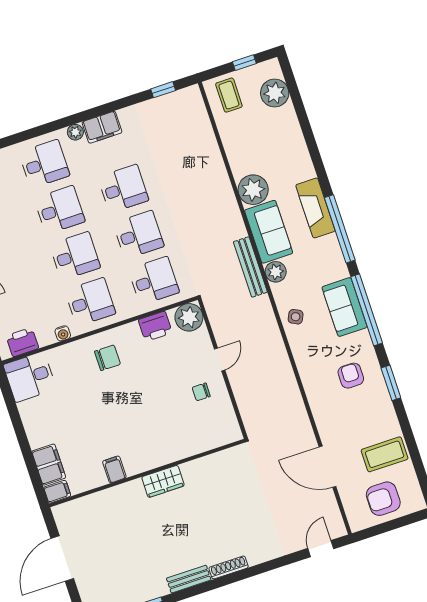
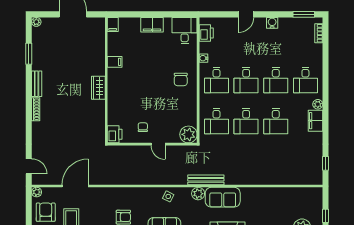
coffee table: (229, 95) -> (310, 201), removed
plant: (253, 190) -> (37, 192), moved, width x0.53, depth x0.53
printer: (155, 326) -> (115, 134), moved, turned 180
filing cabinet: (49, 465) -> (152, 25), moved

